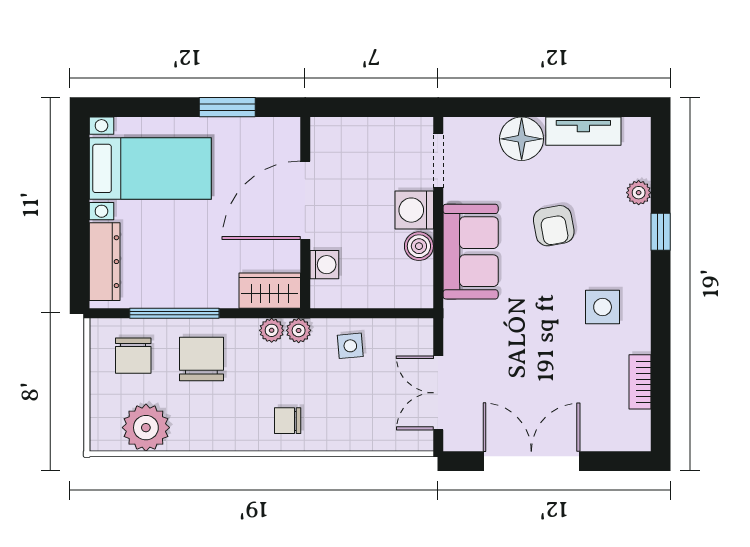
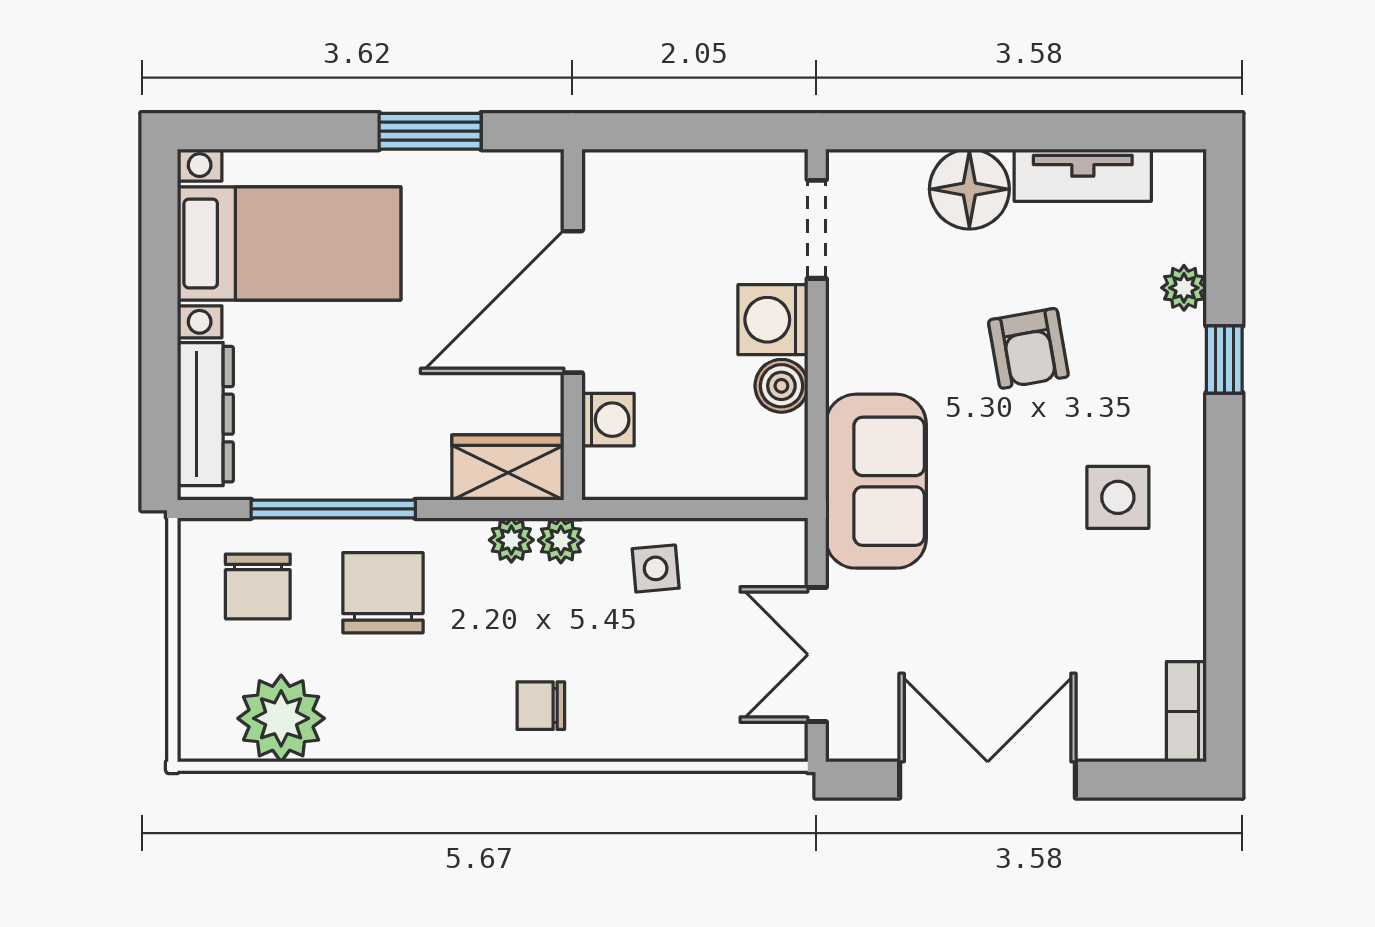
sofa: (471, 252) -> (876, 481), moved
bookcase: (640, 382) -> (1186, 712), moved

